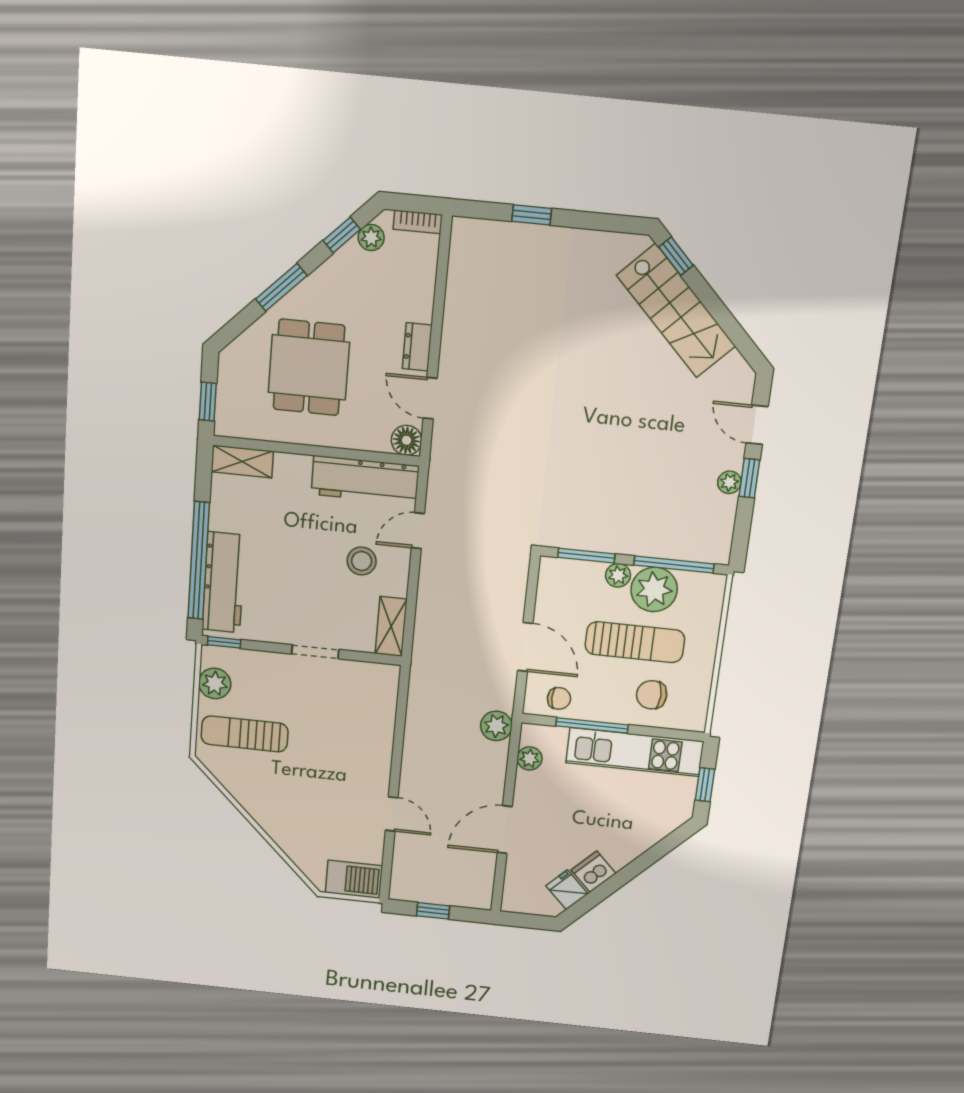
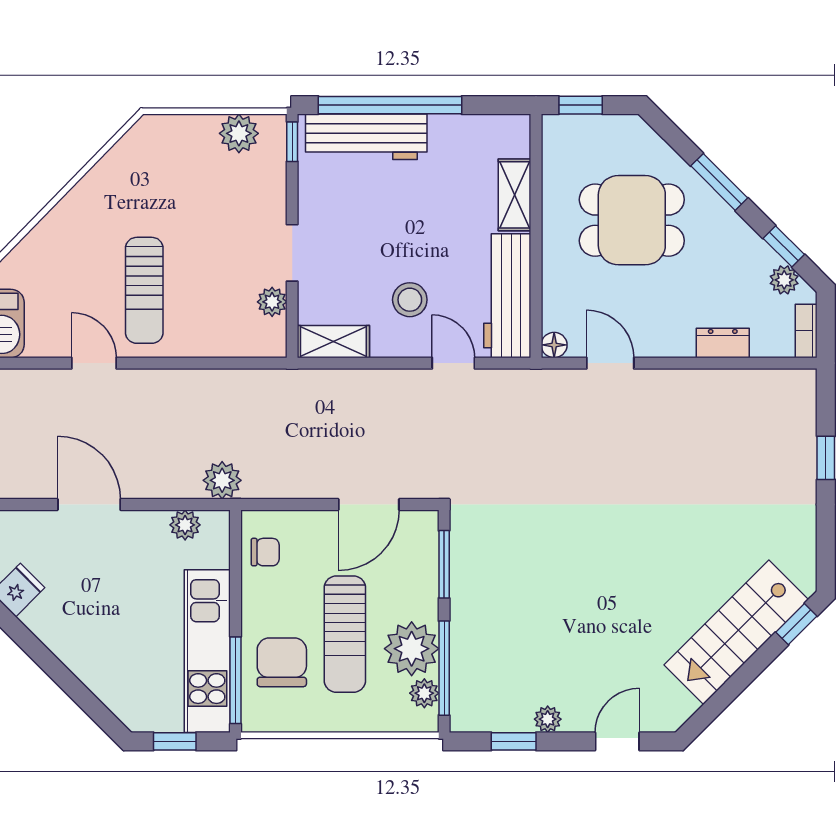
dresser: (417, 347) -> (723, 343), moved
door: (430, 398) -> (610, 363), hinge flipped
floor lamp: (407, 440) -> (554, 345), width x0.73, depth x0.73
shelving: (242, 461) -> (515, 195), moved
window: (749, 478) -> (514, 741), moved
plant: (618, 575) -> (424, 693), moved
door: (525, 647) -> (369, 505), moved
plant: (354, 672) -> (272, 302), added
chair: (652, 695) -> (282, 662), width x1.37, depth x1.37
chair: (559, 698) -> (265, 552), turned -90
window: (592, 725) -> (236, 680), moved
sun lounger: (245, 734) -> (144, 290), moved, turned 180
door: (392, 814) -> (94, 363), swing flipped
dishwasher: (593, 872) -> (46, 620), removed

